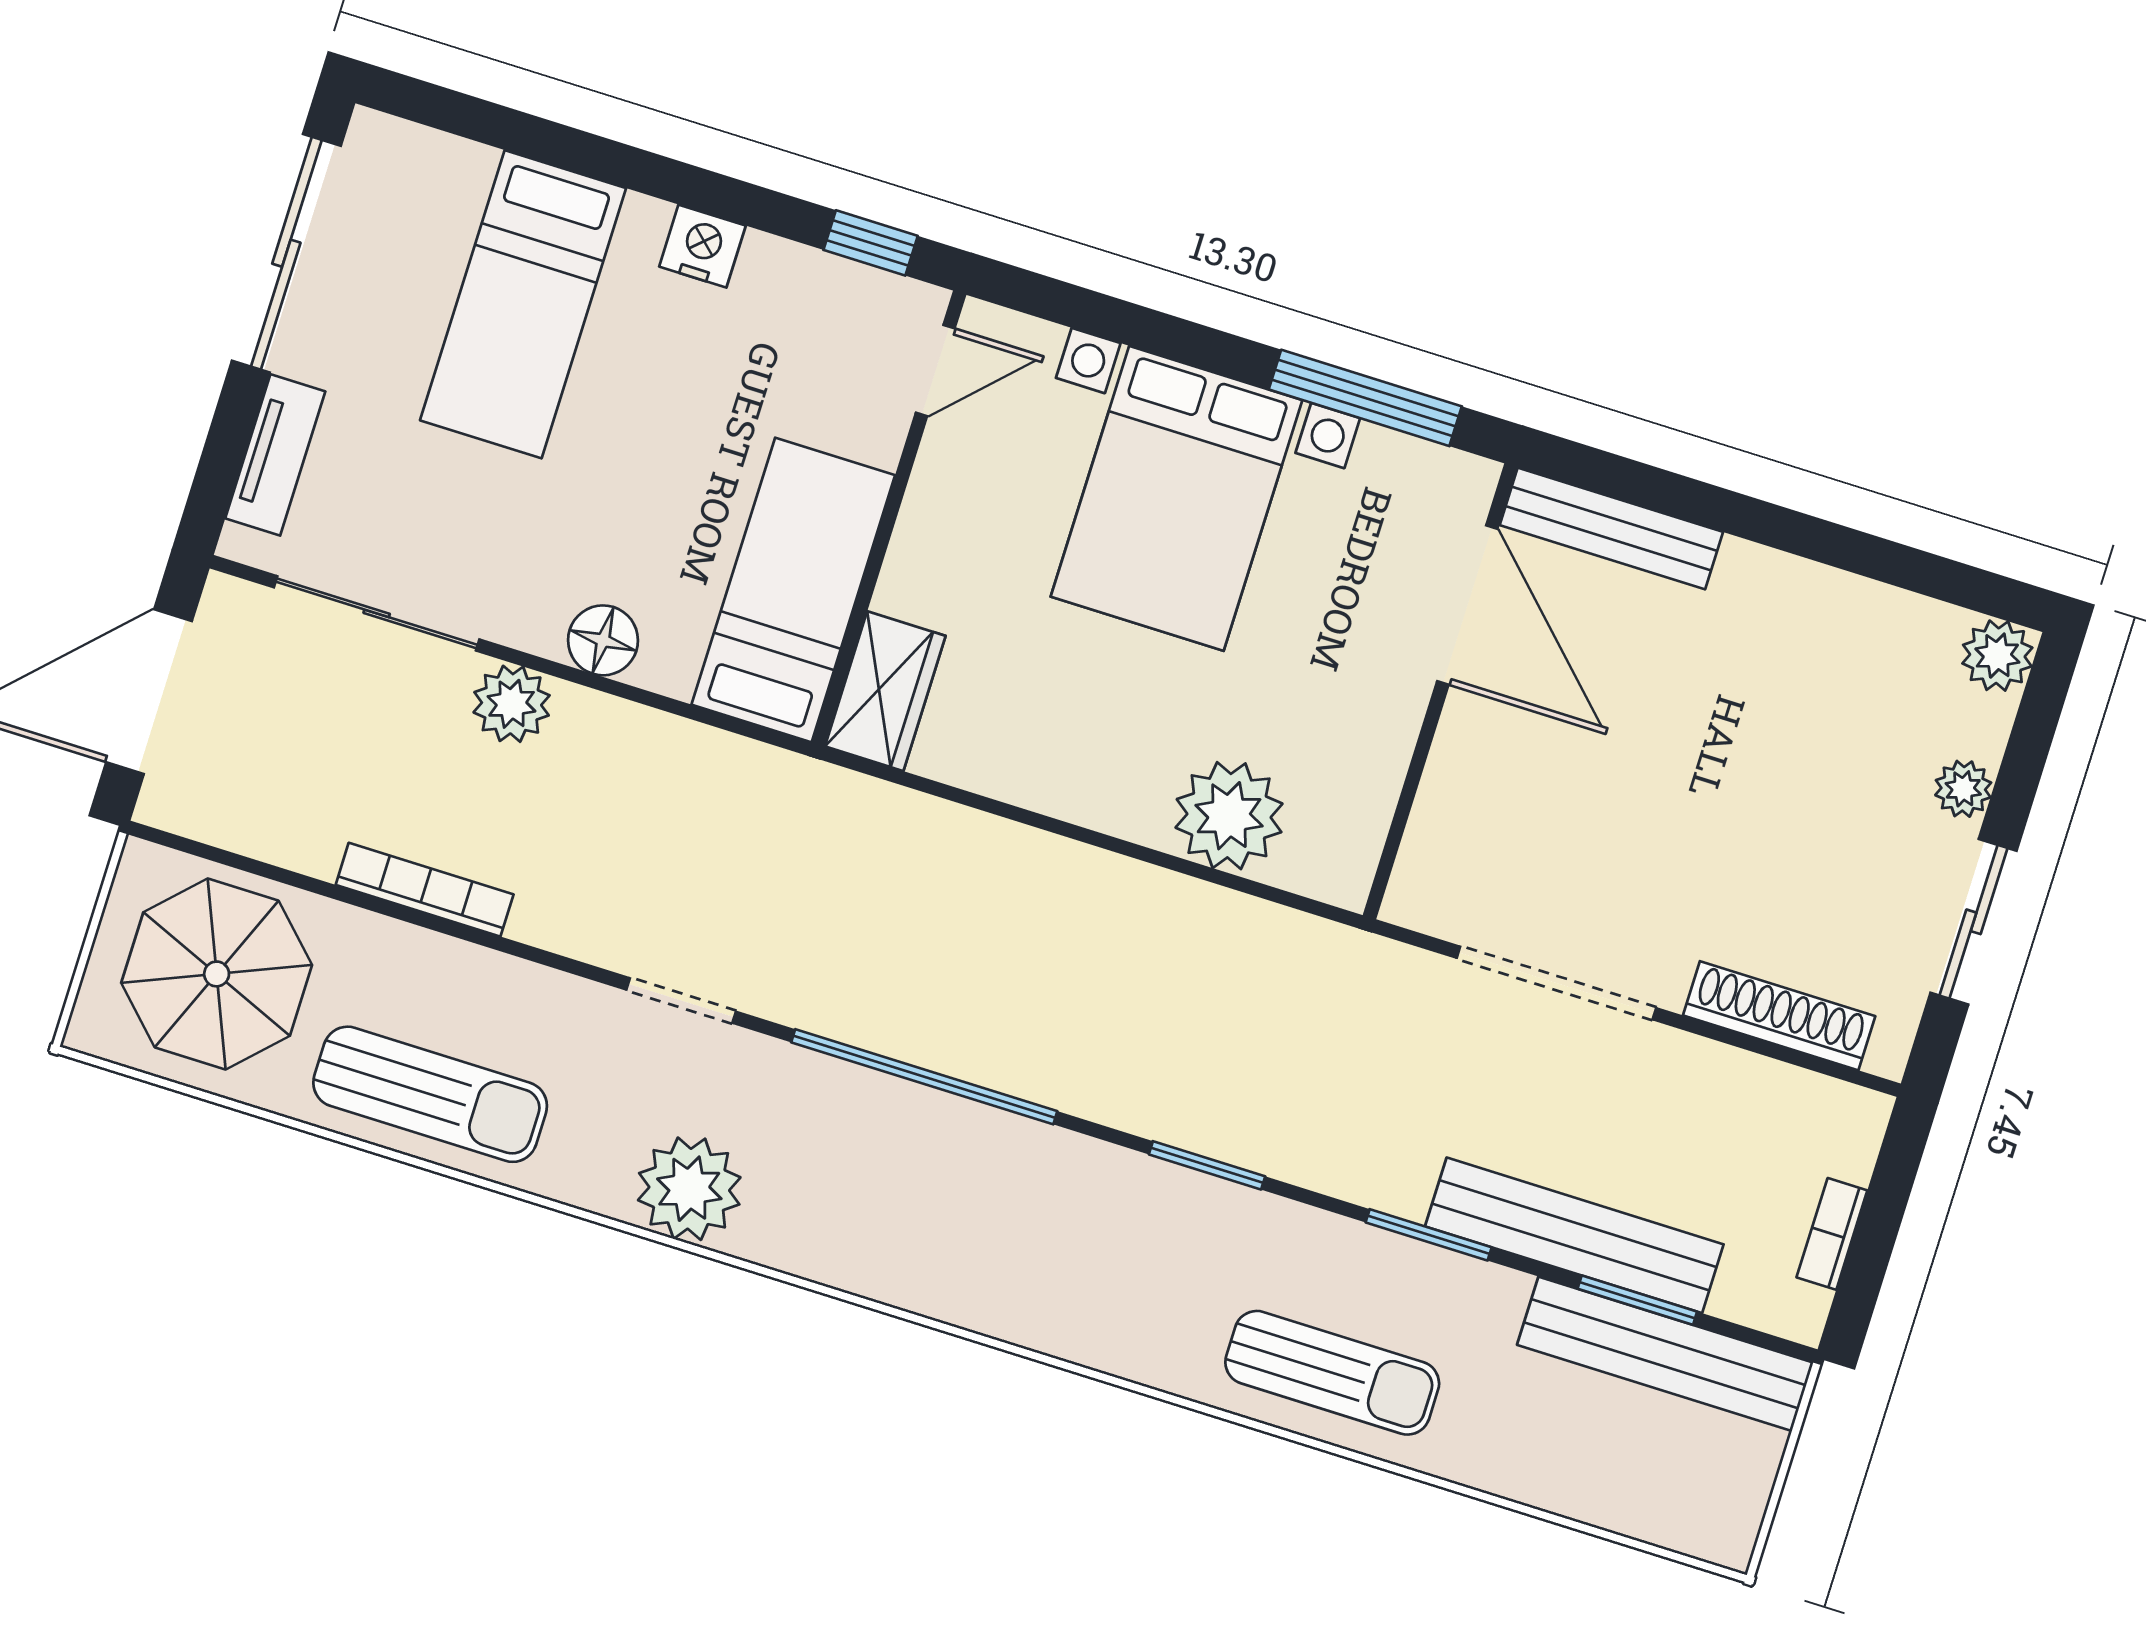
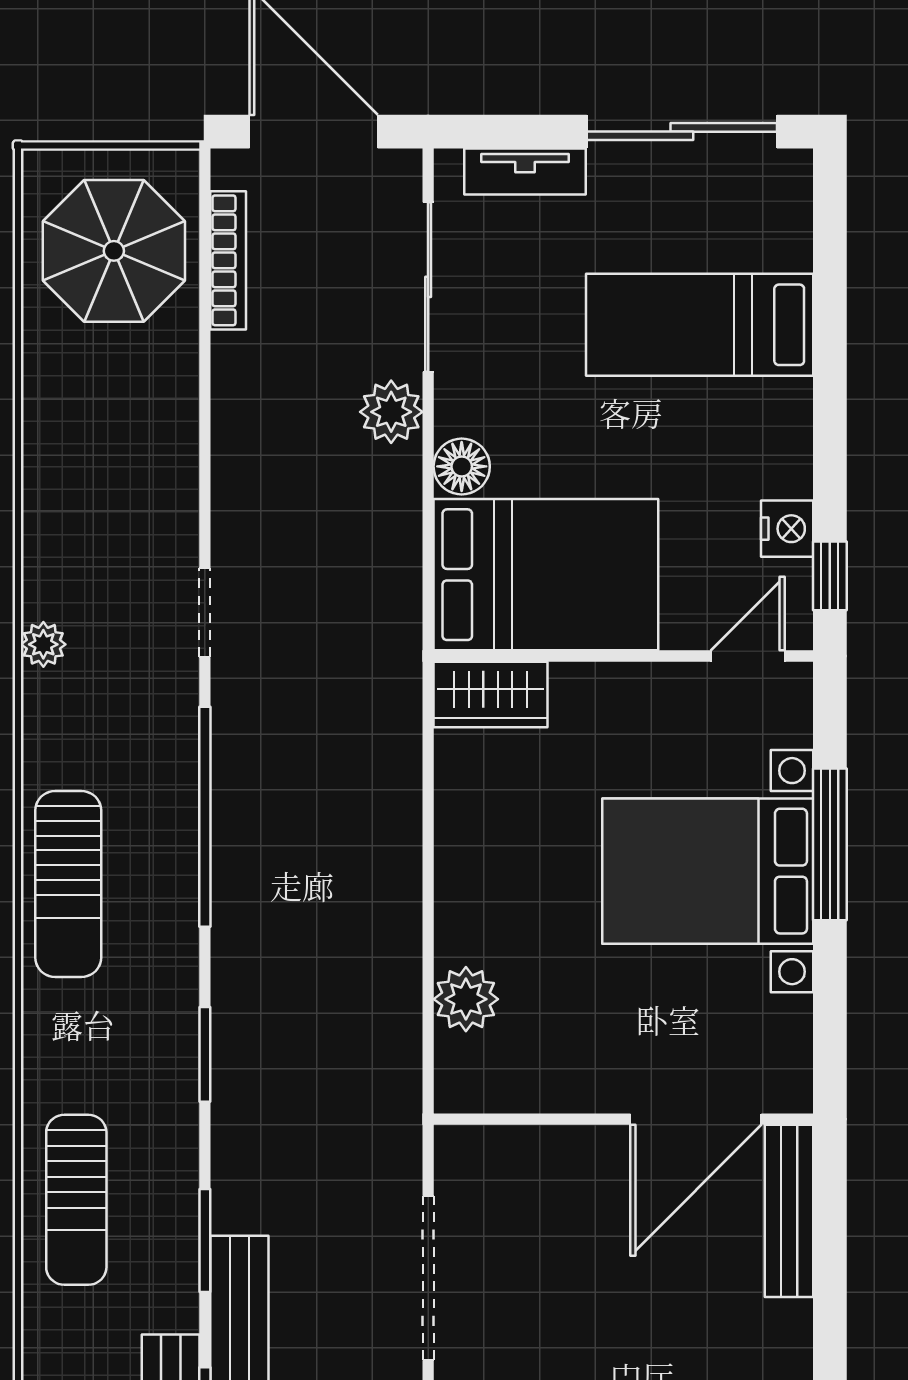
nightstand: (702, 246) -> (787, 529), moved
door: (935, 371) -> (748, 656), swing flipped
window: (1365, 398) -> (830, 844), moved
bed: (793, 590) -> (546, 575), width x1.50
plant: (1229, 816) -> (466, 999), width x0.73, depth x0.73
bookcase: (425, 890) -> (228, 260), moved
sun lounger: (430, 1094) -> (68, 884), moved
plant: (689, 1189) -> (43, 644), width x0.53, depth x0.53

